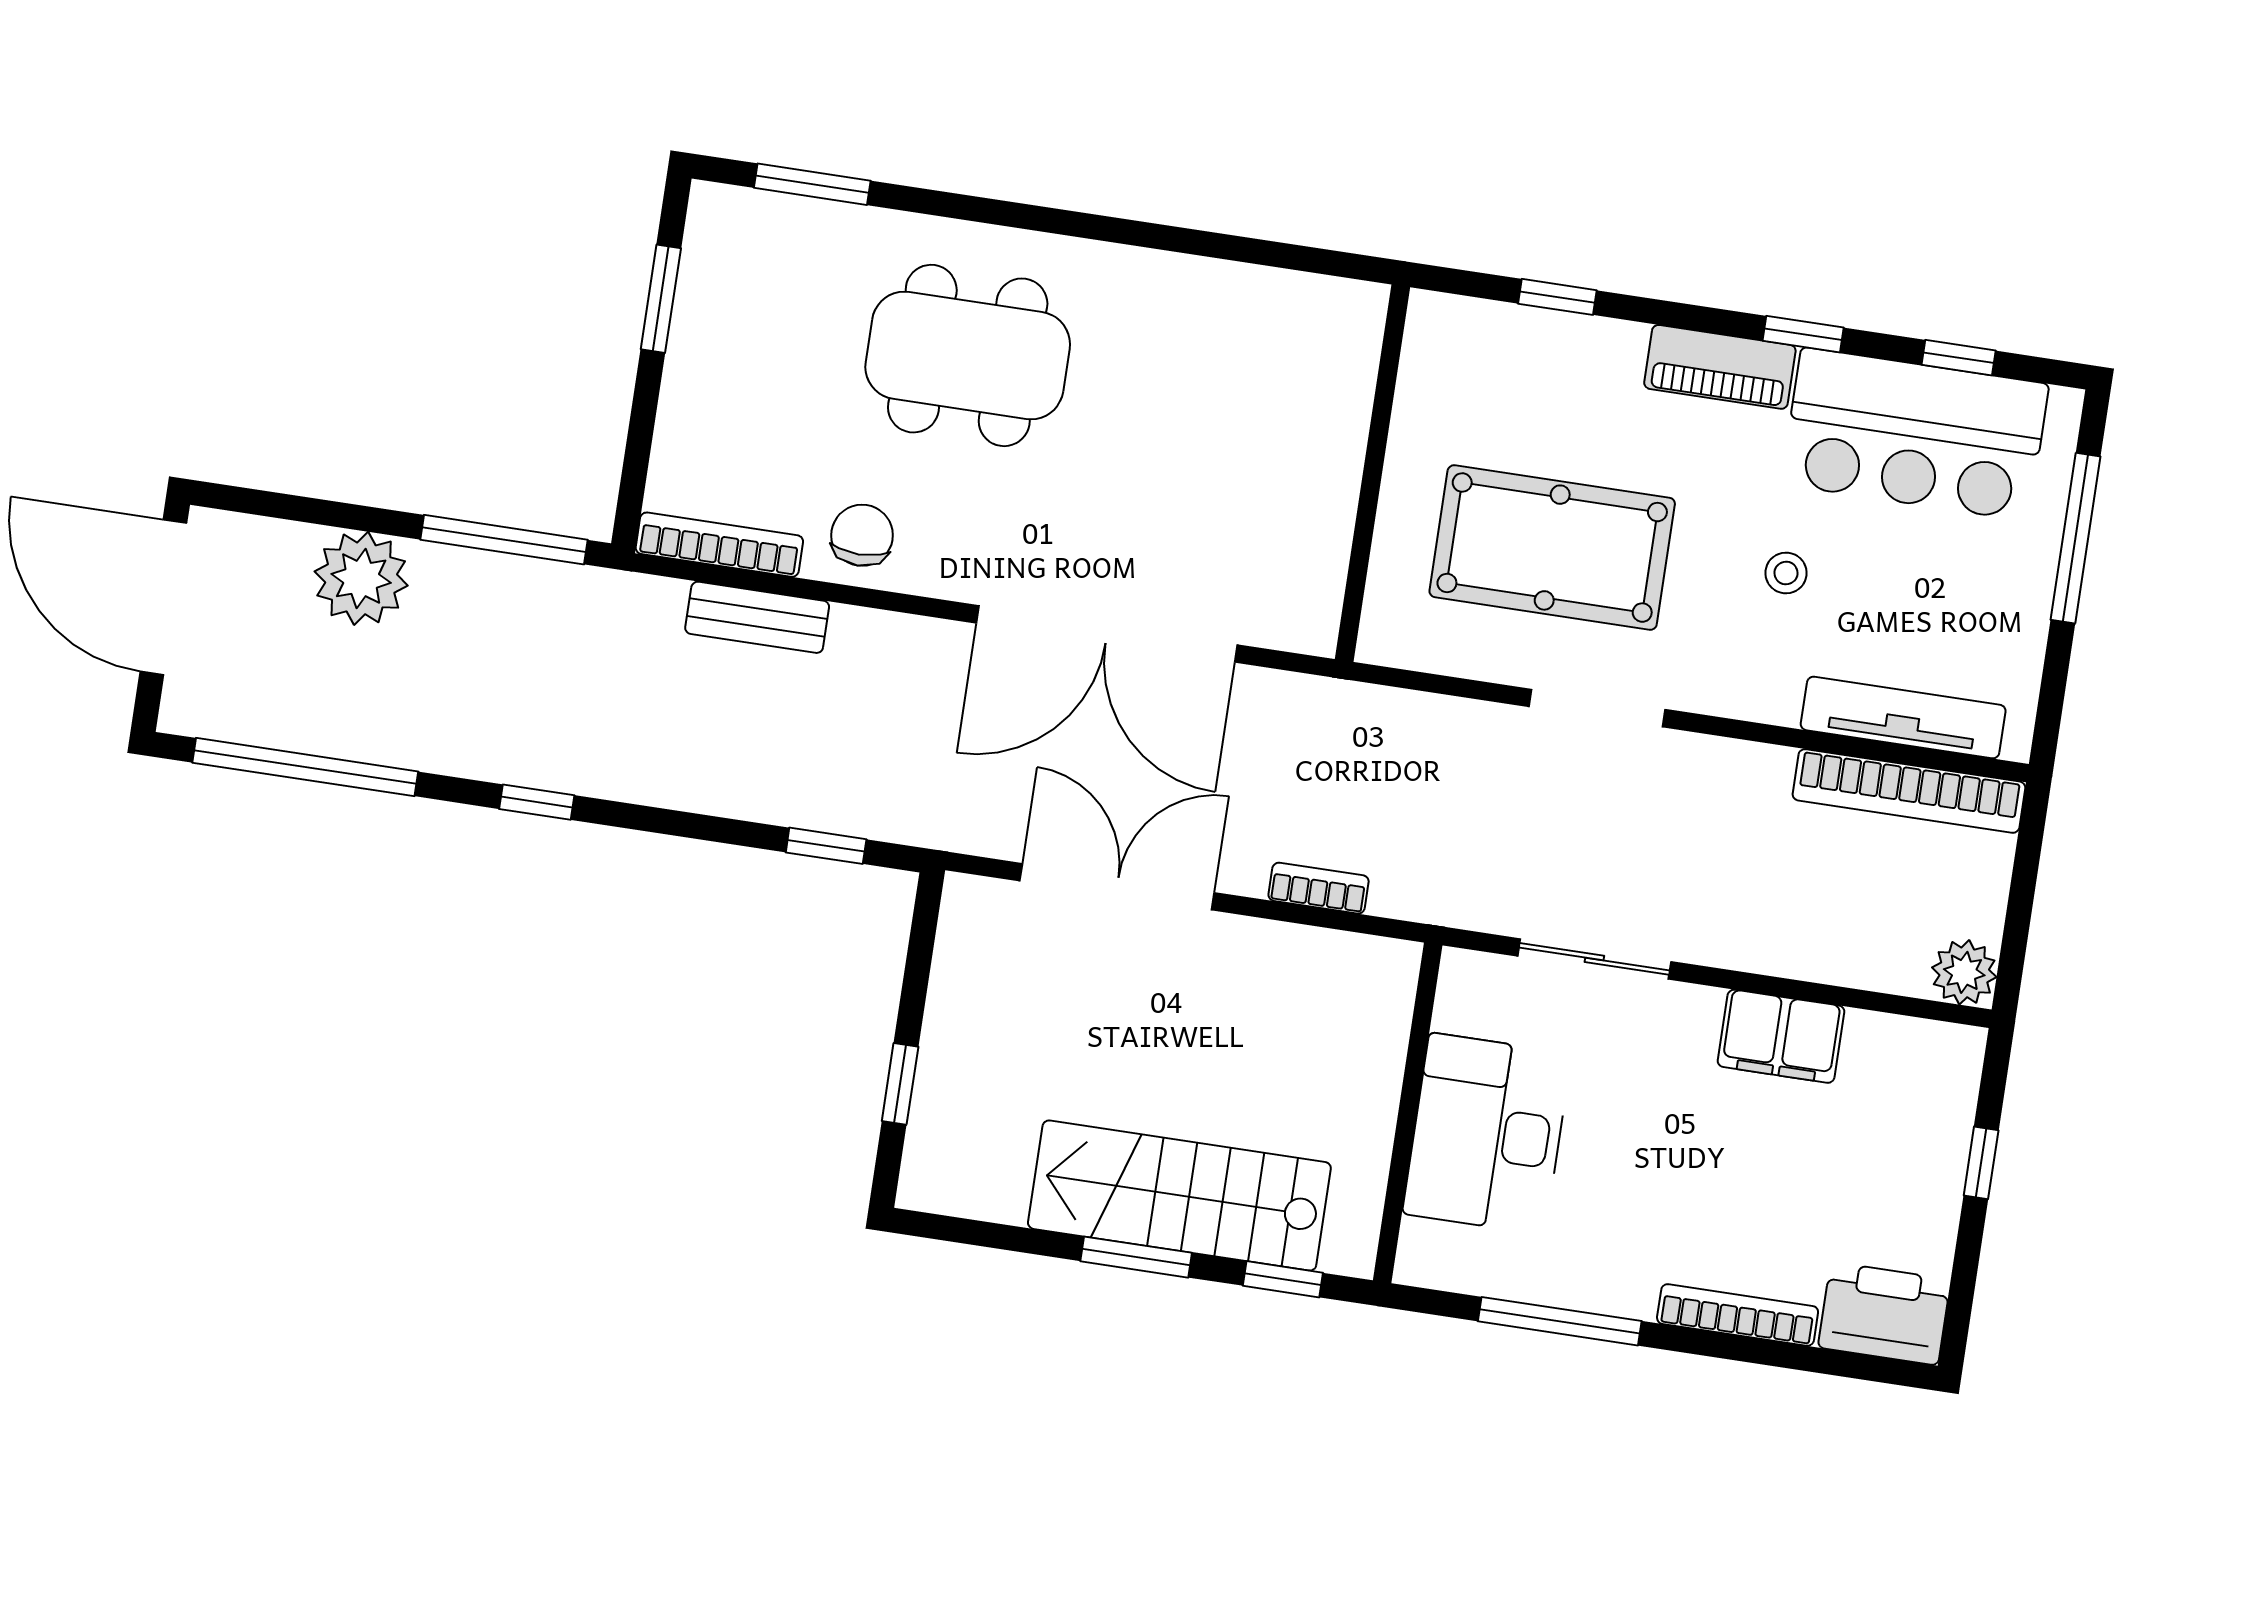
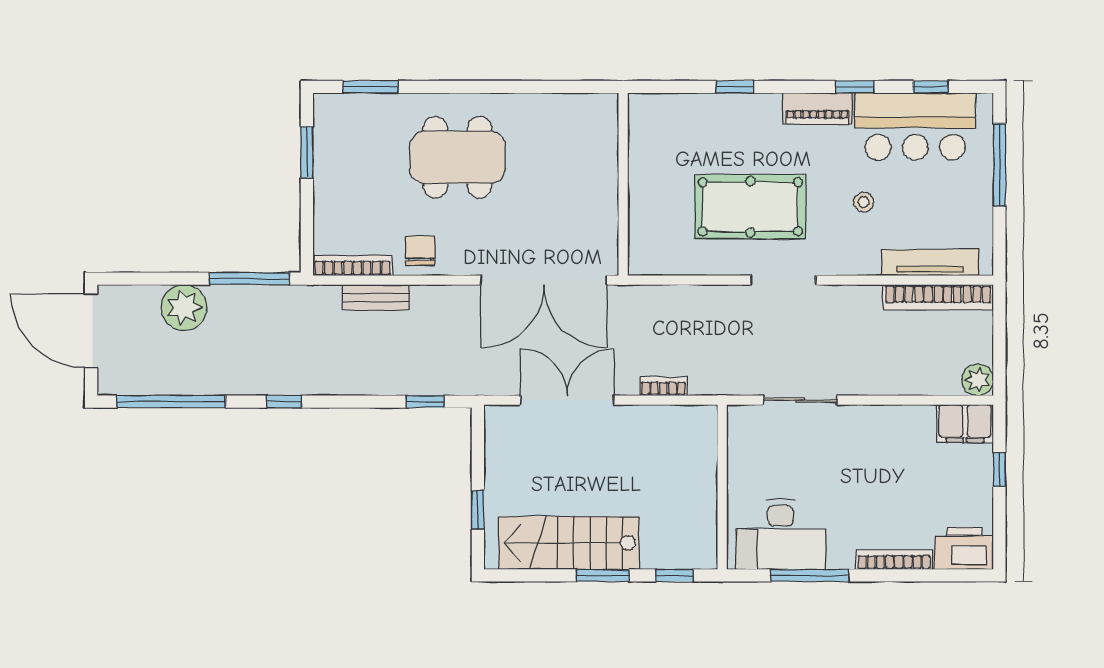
wall: (1372, 473) -> (623, 184), moved
filing cabinet: (1781, 1036) -> (965, 424), moved
desk: (1487, 1134) -> (780, 535), moved, turned -90
stairs: (1179, 1196) -> (569, 543), moved

